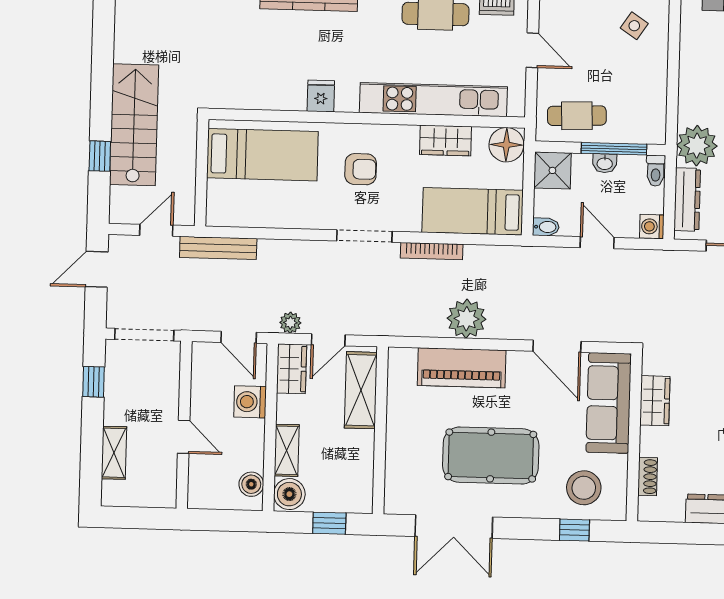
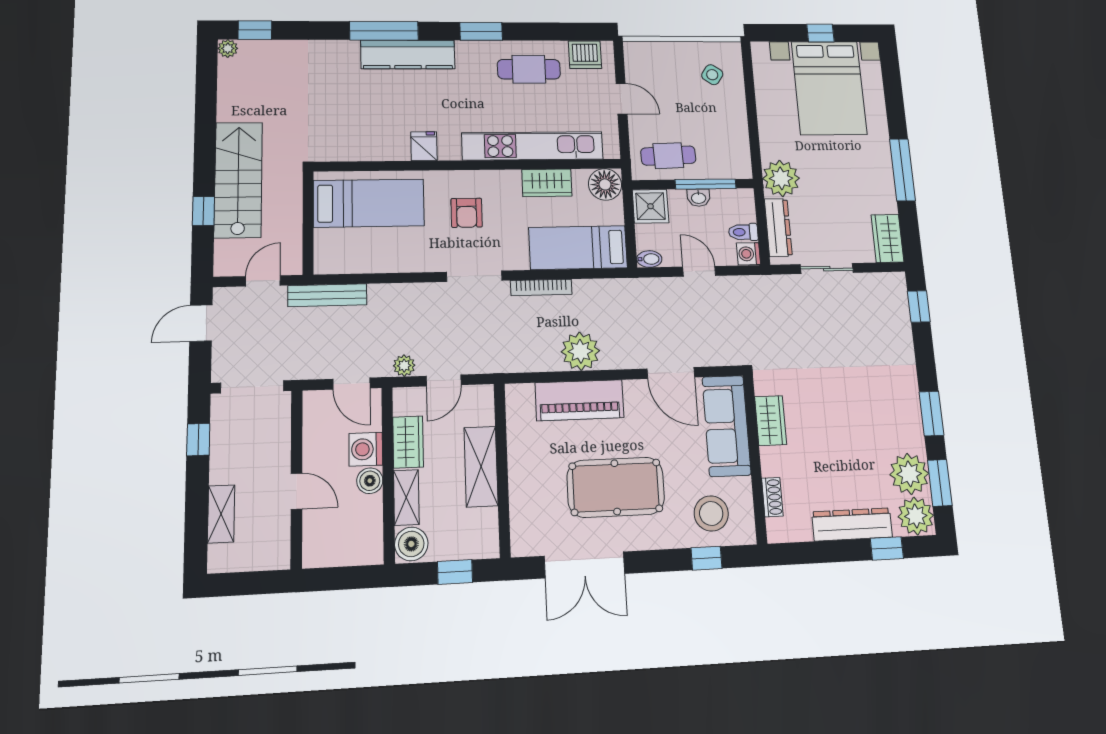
armchair: (361, 169) -> (467, 213), turned 90
toilet: (656, 171) -> (743, 232), moved, turned 90
wardrobe: (292, 369) -> (408, 442), moved
shelving: (361, 390) -> (481, 467), moved
boiler: (251, 484) -> (370, 481), moved

